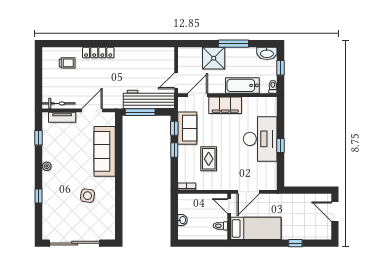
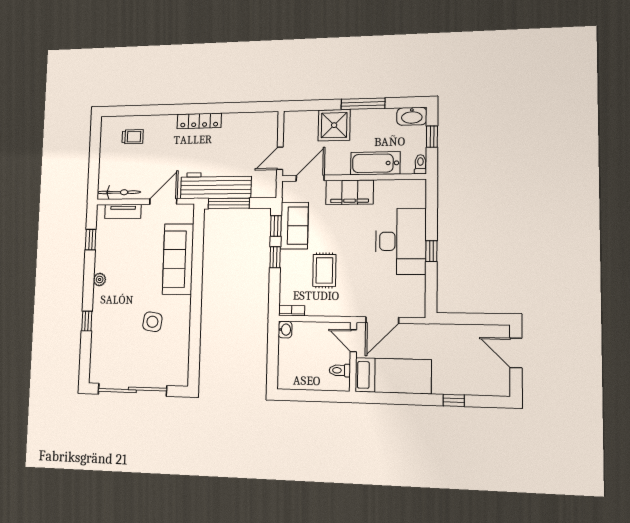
locker: (98, 53) -> (199, 121), moved
workbench: (149, 99) -> (216, 185), moved
washbasin: (182, 220) -> (285, 330), moved

